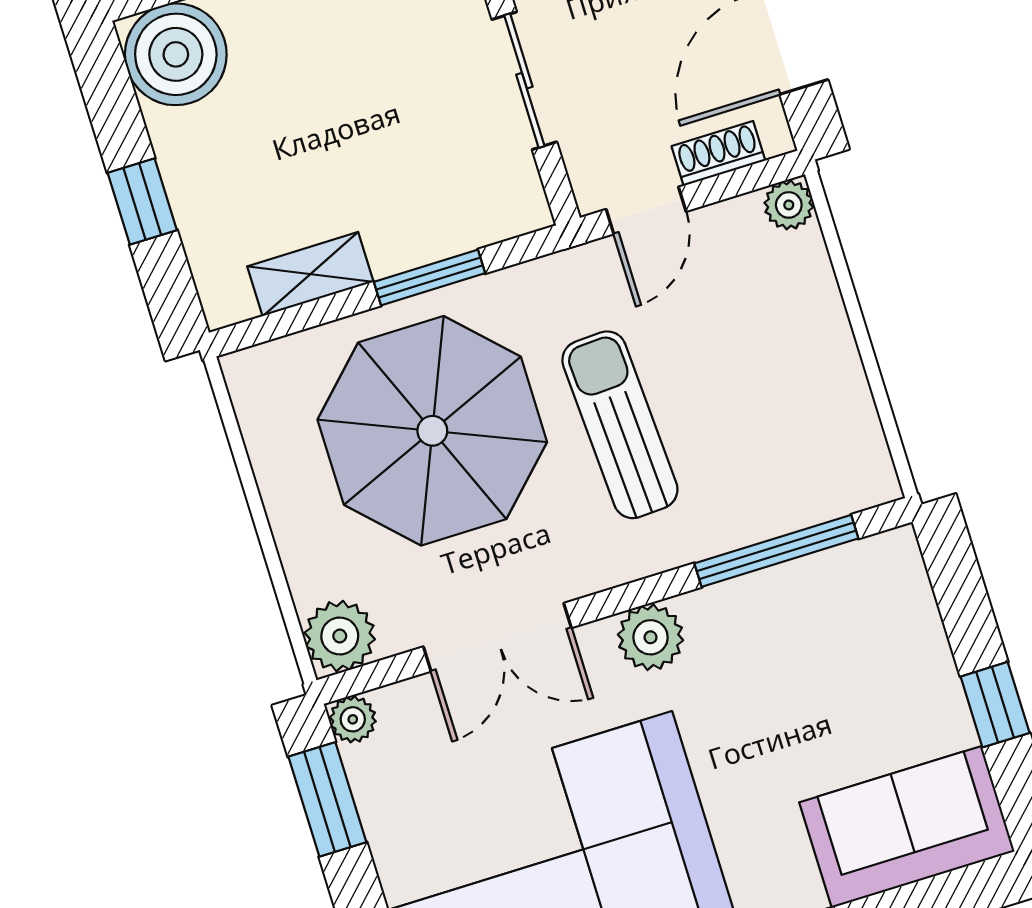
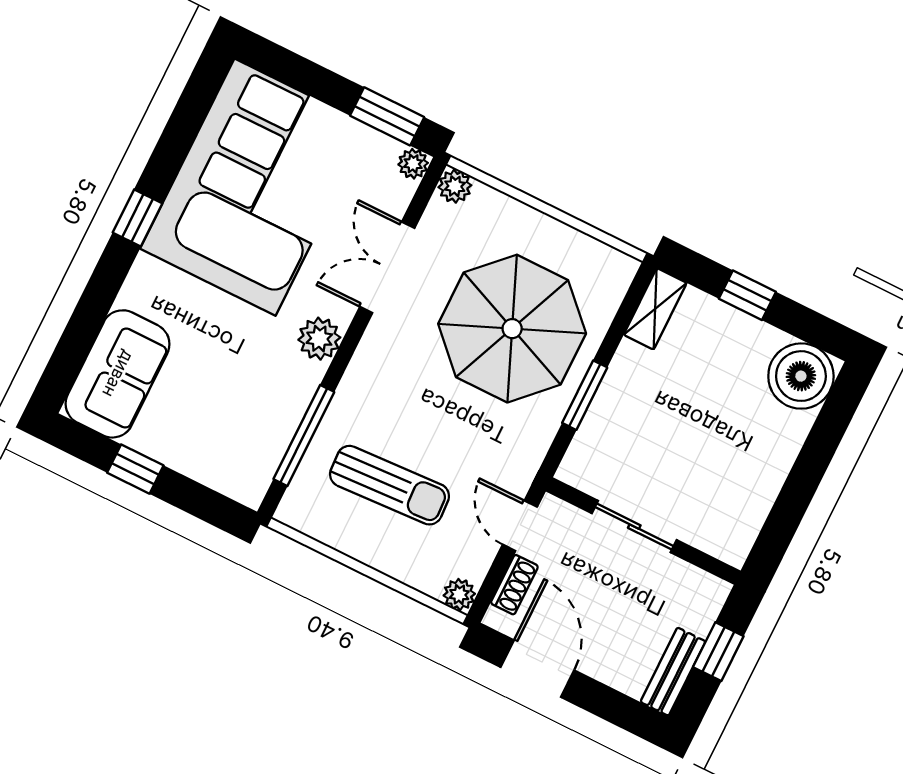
shelving: (310, 274) -> (655, 309), moved
sun lounger: (620, 425) -> (389, 485), moved
plant: (340, 636) -> (455, 186), width x0.73, depth x0.73

